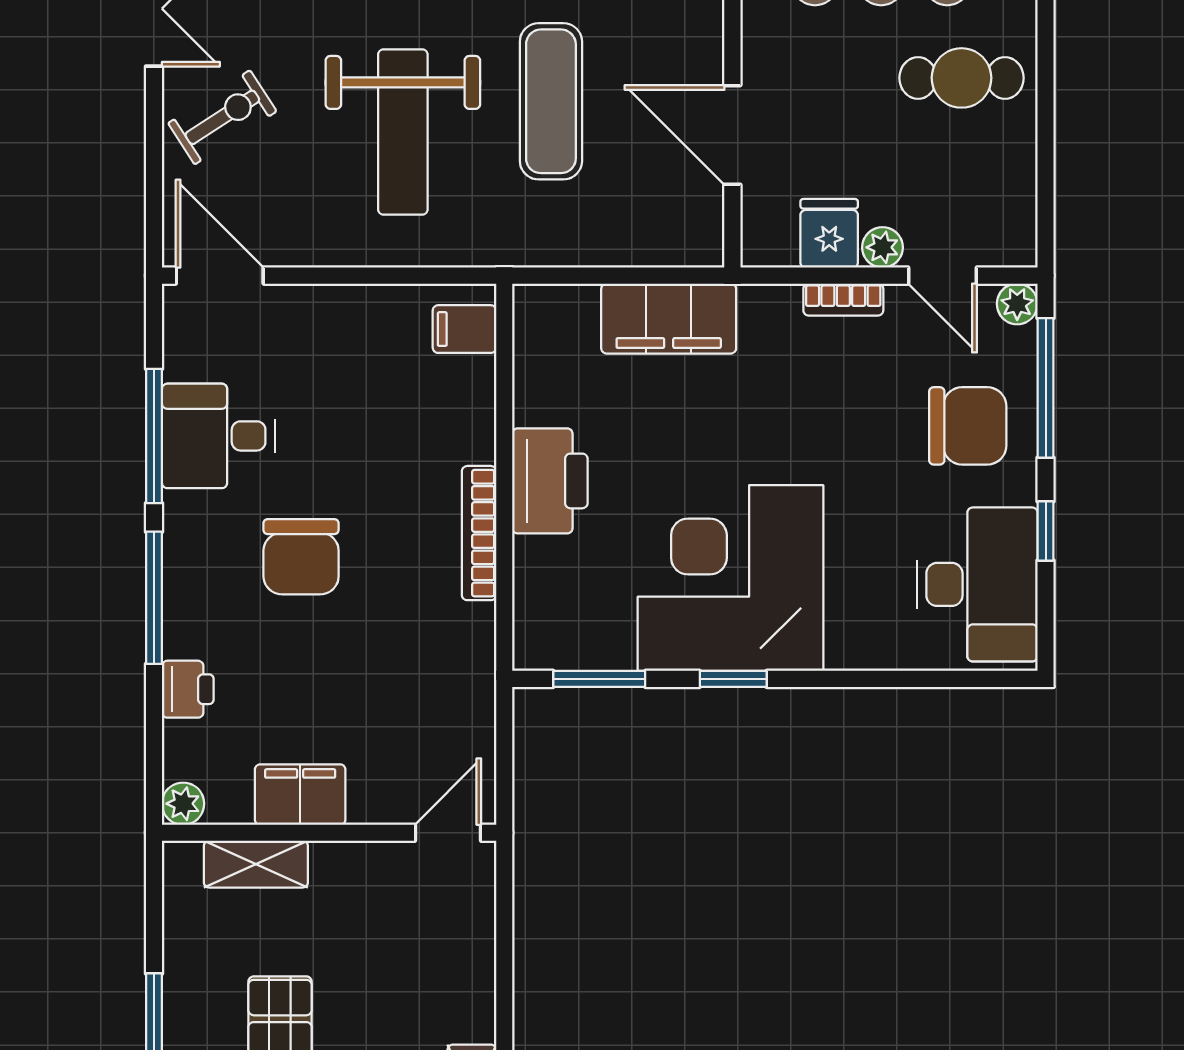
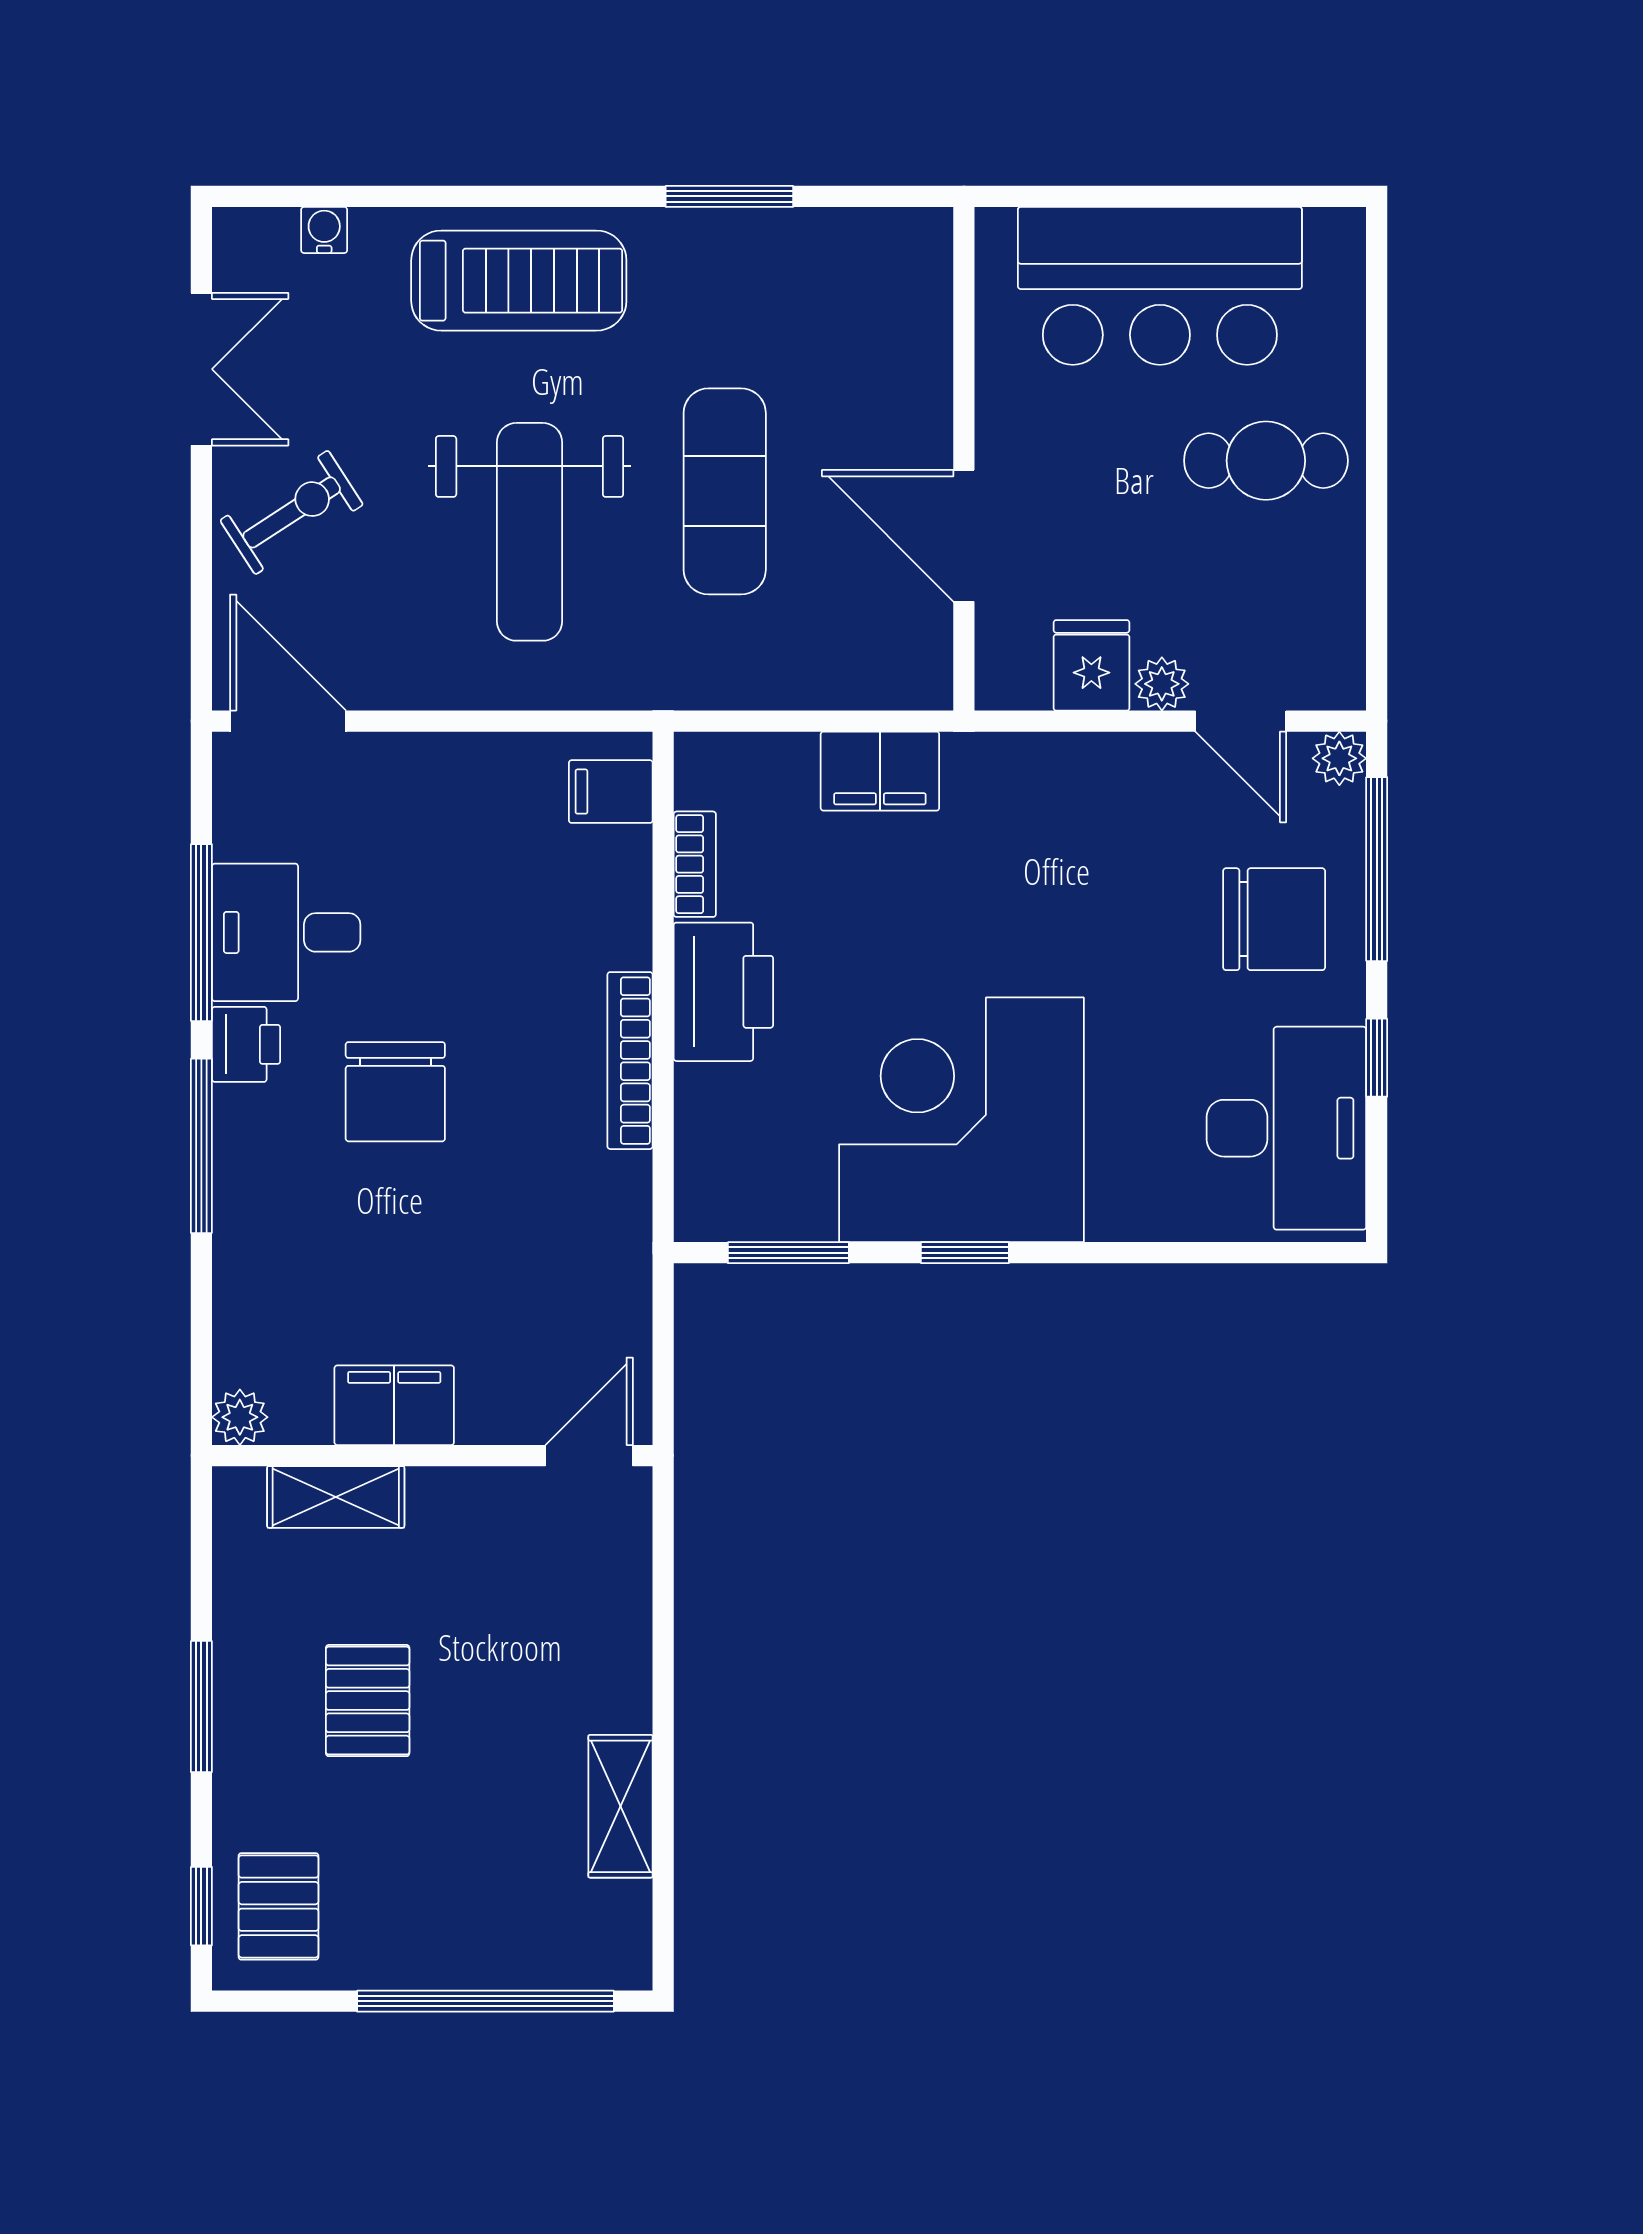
bookcase: (843, 300) -> (695, 864), moved, turned -90
filing cabinet: (669, 319) -> (880, 771), width x0.67, depth x0.86
printer: (188, 689) -> (246, 1044), moved

